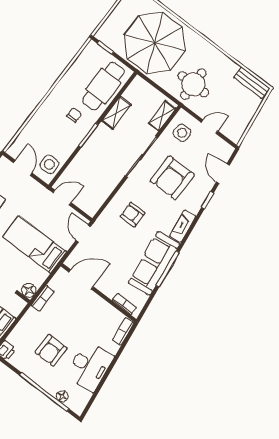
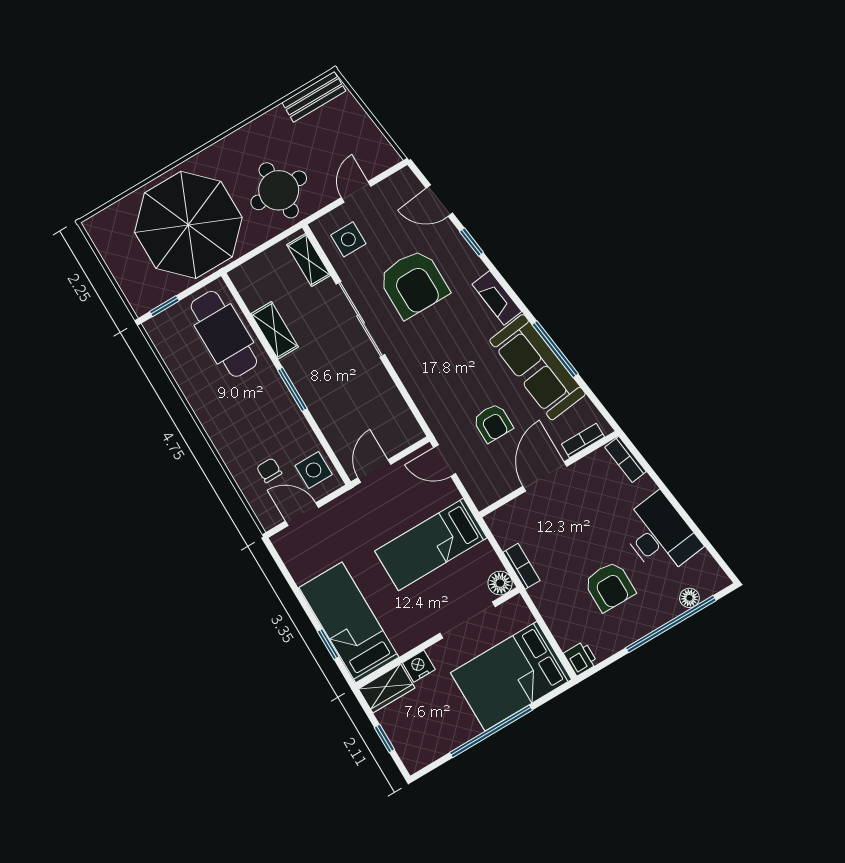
chair: (74, 115) -> (269, 470), moved
armchair: (133, 215) -> (493, 423), moved, turned -90
door: (81, 279) -> (545, 476), moved

